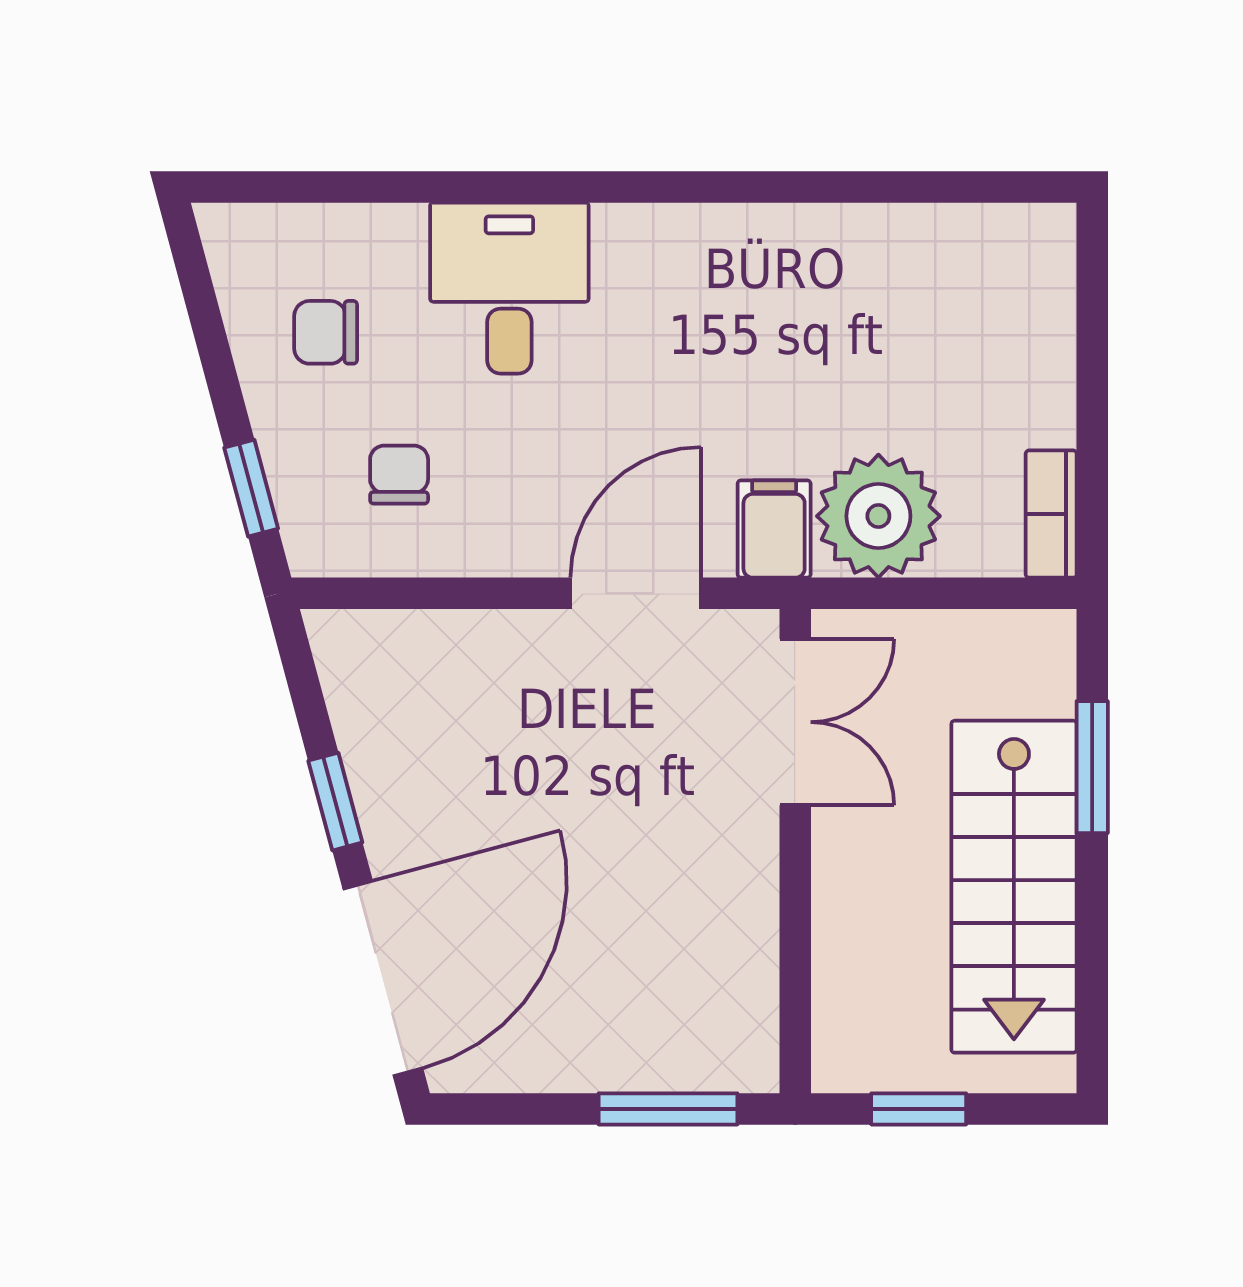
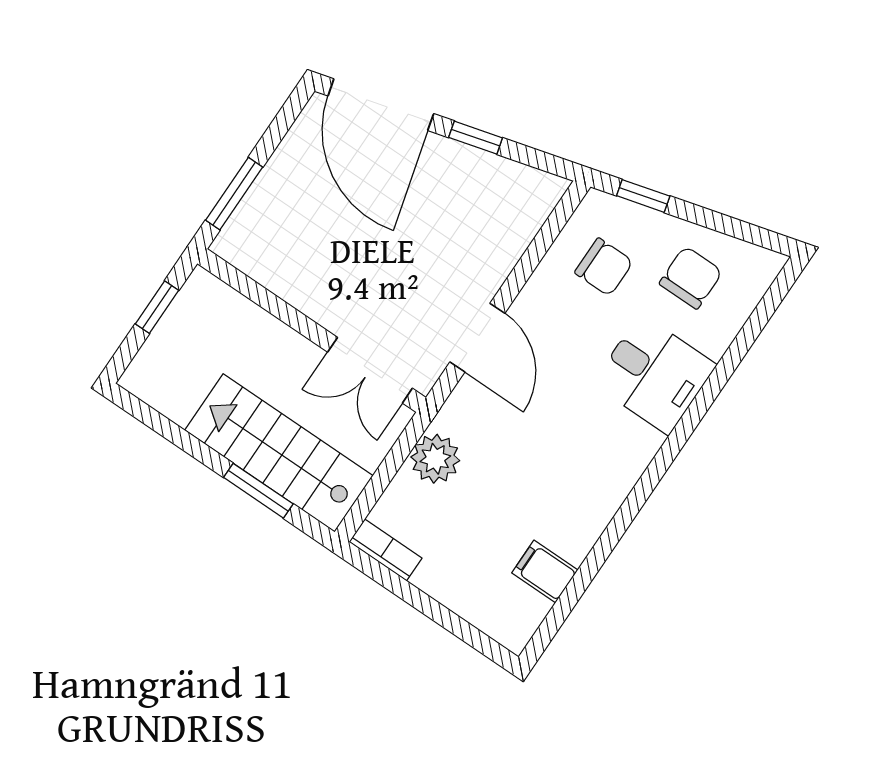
chair: (326, 332) -> (691, 278), width x1.37, depth x1.37
chair: (399, 475) -> (604, 267), width x1.37, depth x1.37
plant: (878, 516) -> (435, 459), width x0.73, depth x0.73
filing cabinet: (774, 529) -> (545, 571), moved, turned 180
stairs: (1014, 887) -> (279, 453), moved

